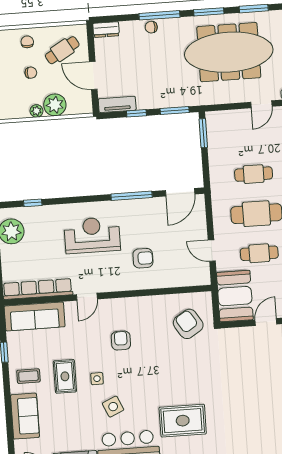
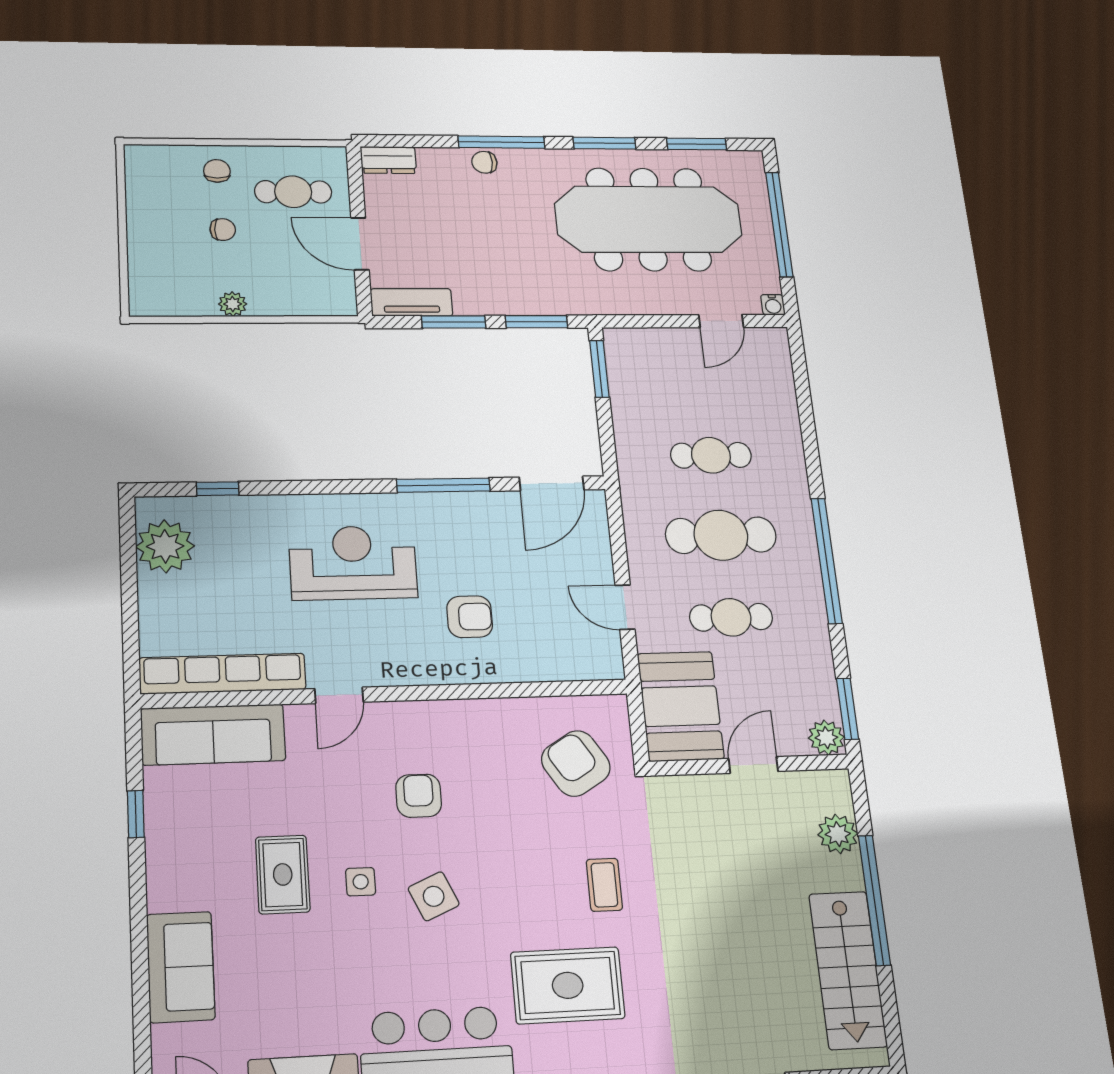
cafe table: (62, 50) -> (293, 192), turned 30
plant: (55, 105) -> (274, 295), removed
window: (136, 113) -> (454, 322), width x1.50
coffee table: (28, 376) -> (604, 885), moved, turned 90
side table: (113, 407) -> (434, 896), moved

